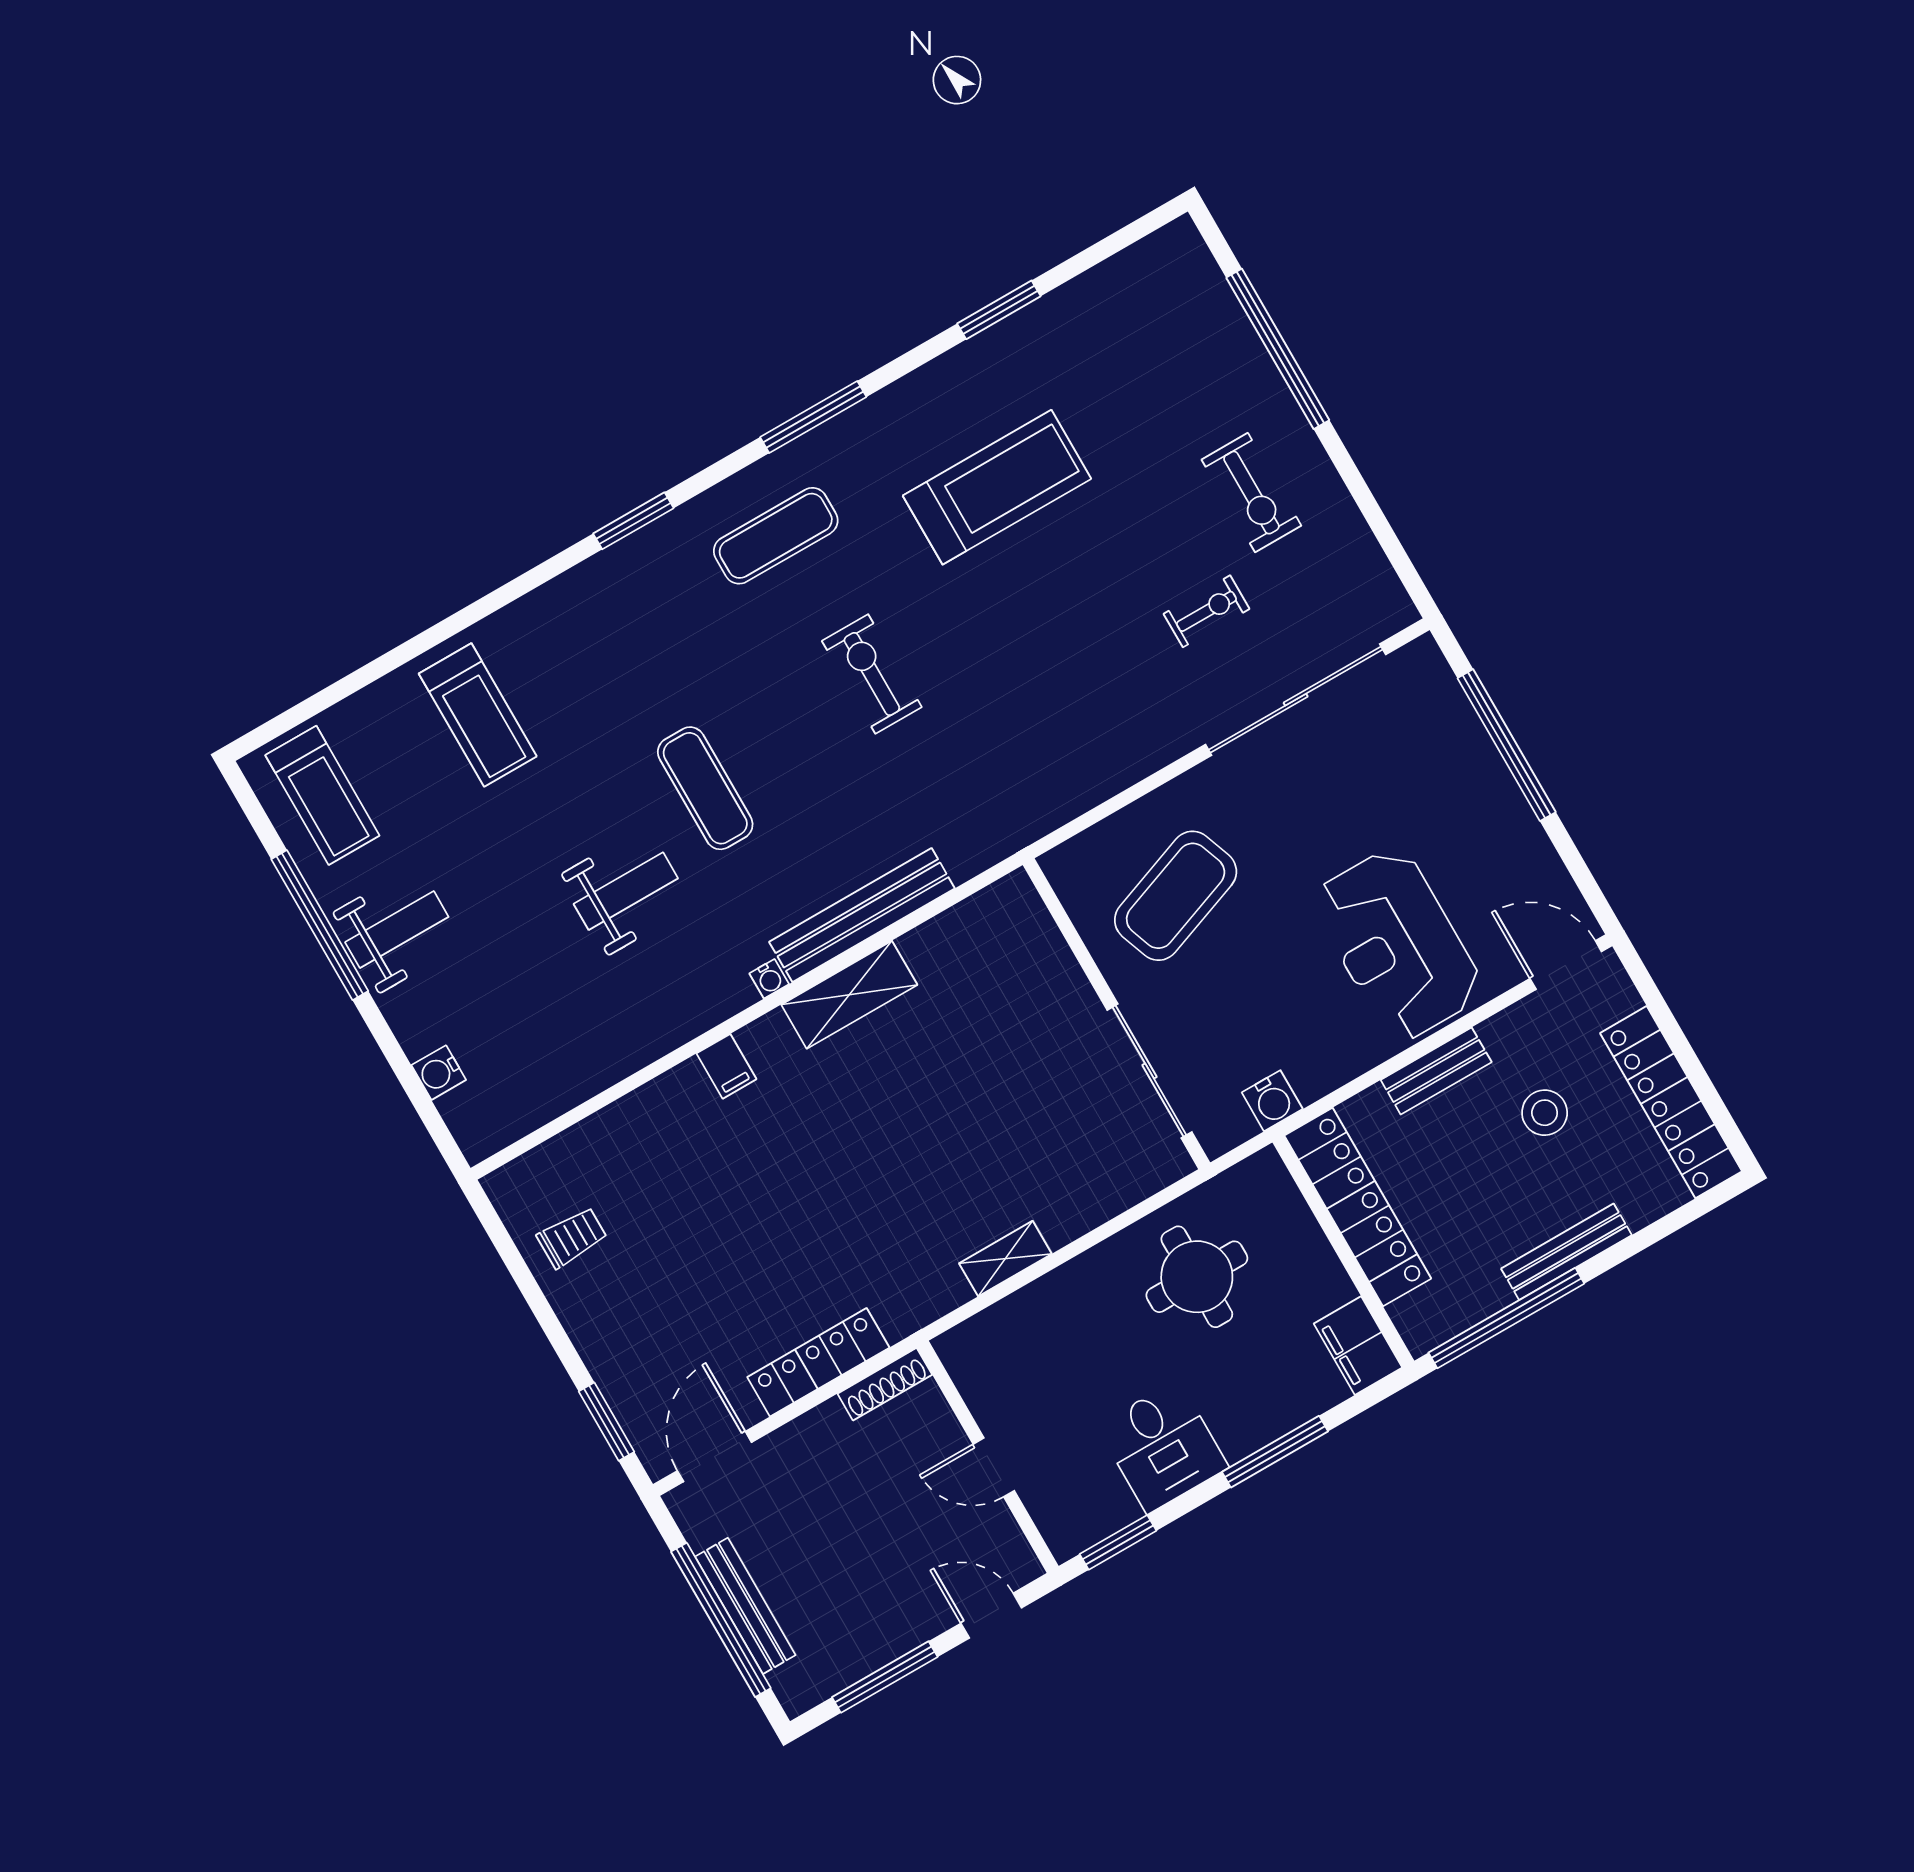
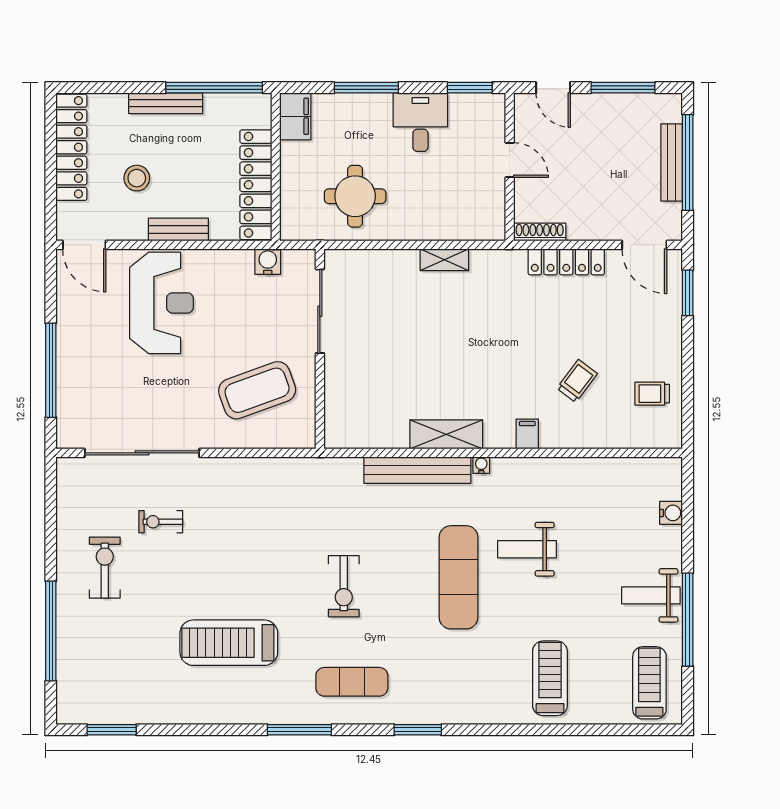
window: (999, 310) -> (112, 730), moved
exercise mat: (705, 788) -> (459, 577), width x1.36, depth x1.45
trolley: (697, 1191) -> (577, 381), added
door: (714, 1457) -> (644, 245), hinge flipped

